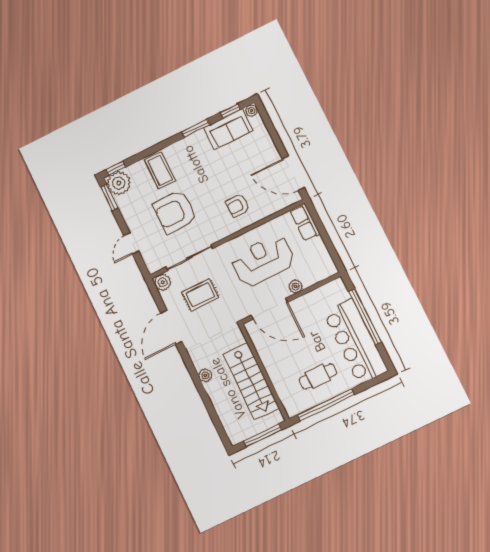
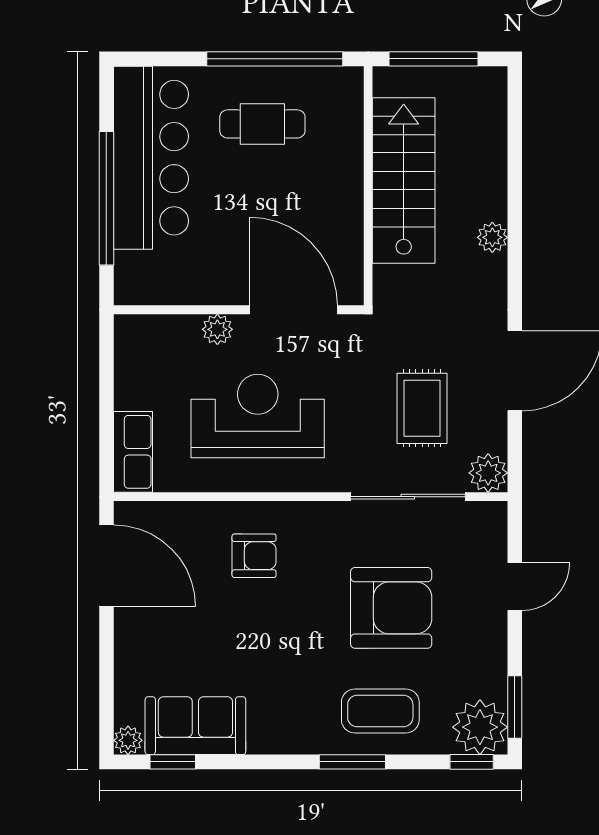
window: (196, 128) -> (352, 762), moved
coffee table: (160, 170) -> (380, 711), turned 90
reception desk: (263, 260) -> (258, 416), turned 180
rug: (200, 295) -> (422, 408), turned 90

